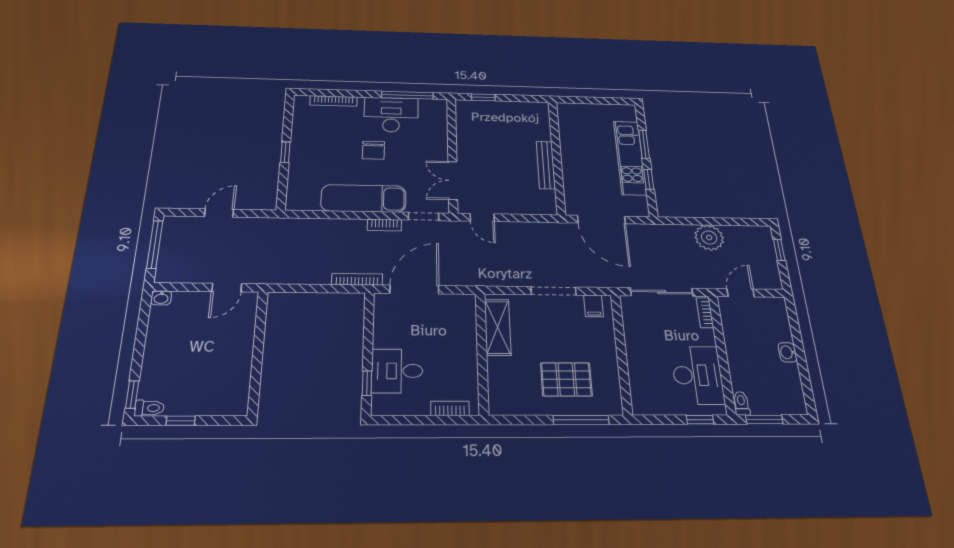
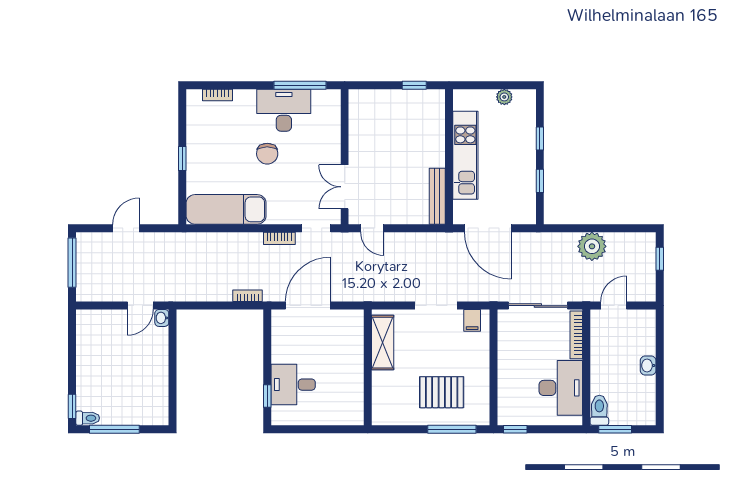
window: (483, 97) -> (414, 85), moved
bookcase: (334, 101) -> (218, 95), width x0.64
plant: (606, 110) -> (504, 97), added
window: (644, 144) -> (540, 139), width x0.67
kitchen unit: (630, 158) -> (465, 155), moved, turned 180
bench: (546, 165) -> (437, 196), moved
exam couch: (364, 198) -> (226, 209), moved
bookcase: (357, 279) -> (248, 296), width x0.64
washbasin: (161, 298) -> (162, 318), moved, turned 90
bookcase: (705, 313) -> (576, 335), width x1.56
toilet: (741, 403) -> (599, 410), width x1.37, depth x1.39
bookcase: (450, 408) -> (339, 419), removed
window: (700, 420) -> (515, 429), moved
window: (181, 421) -> (114, 429), width x2.17

